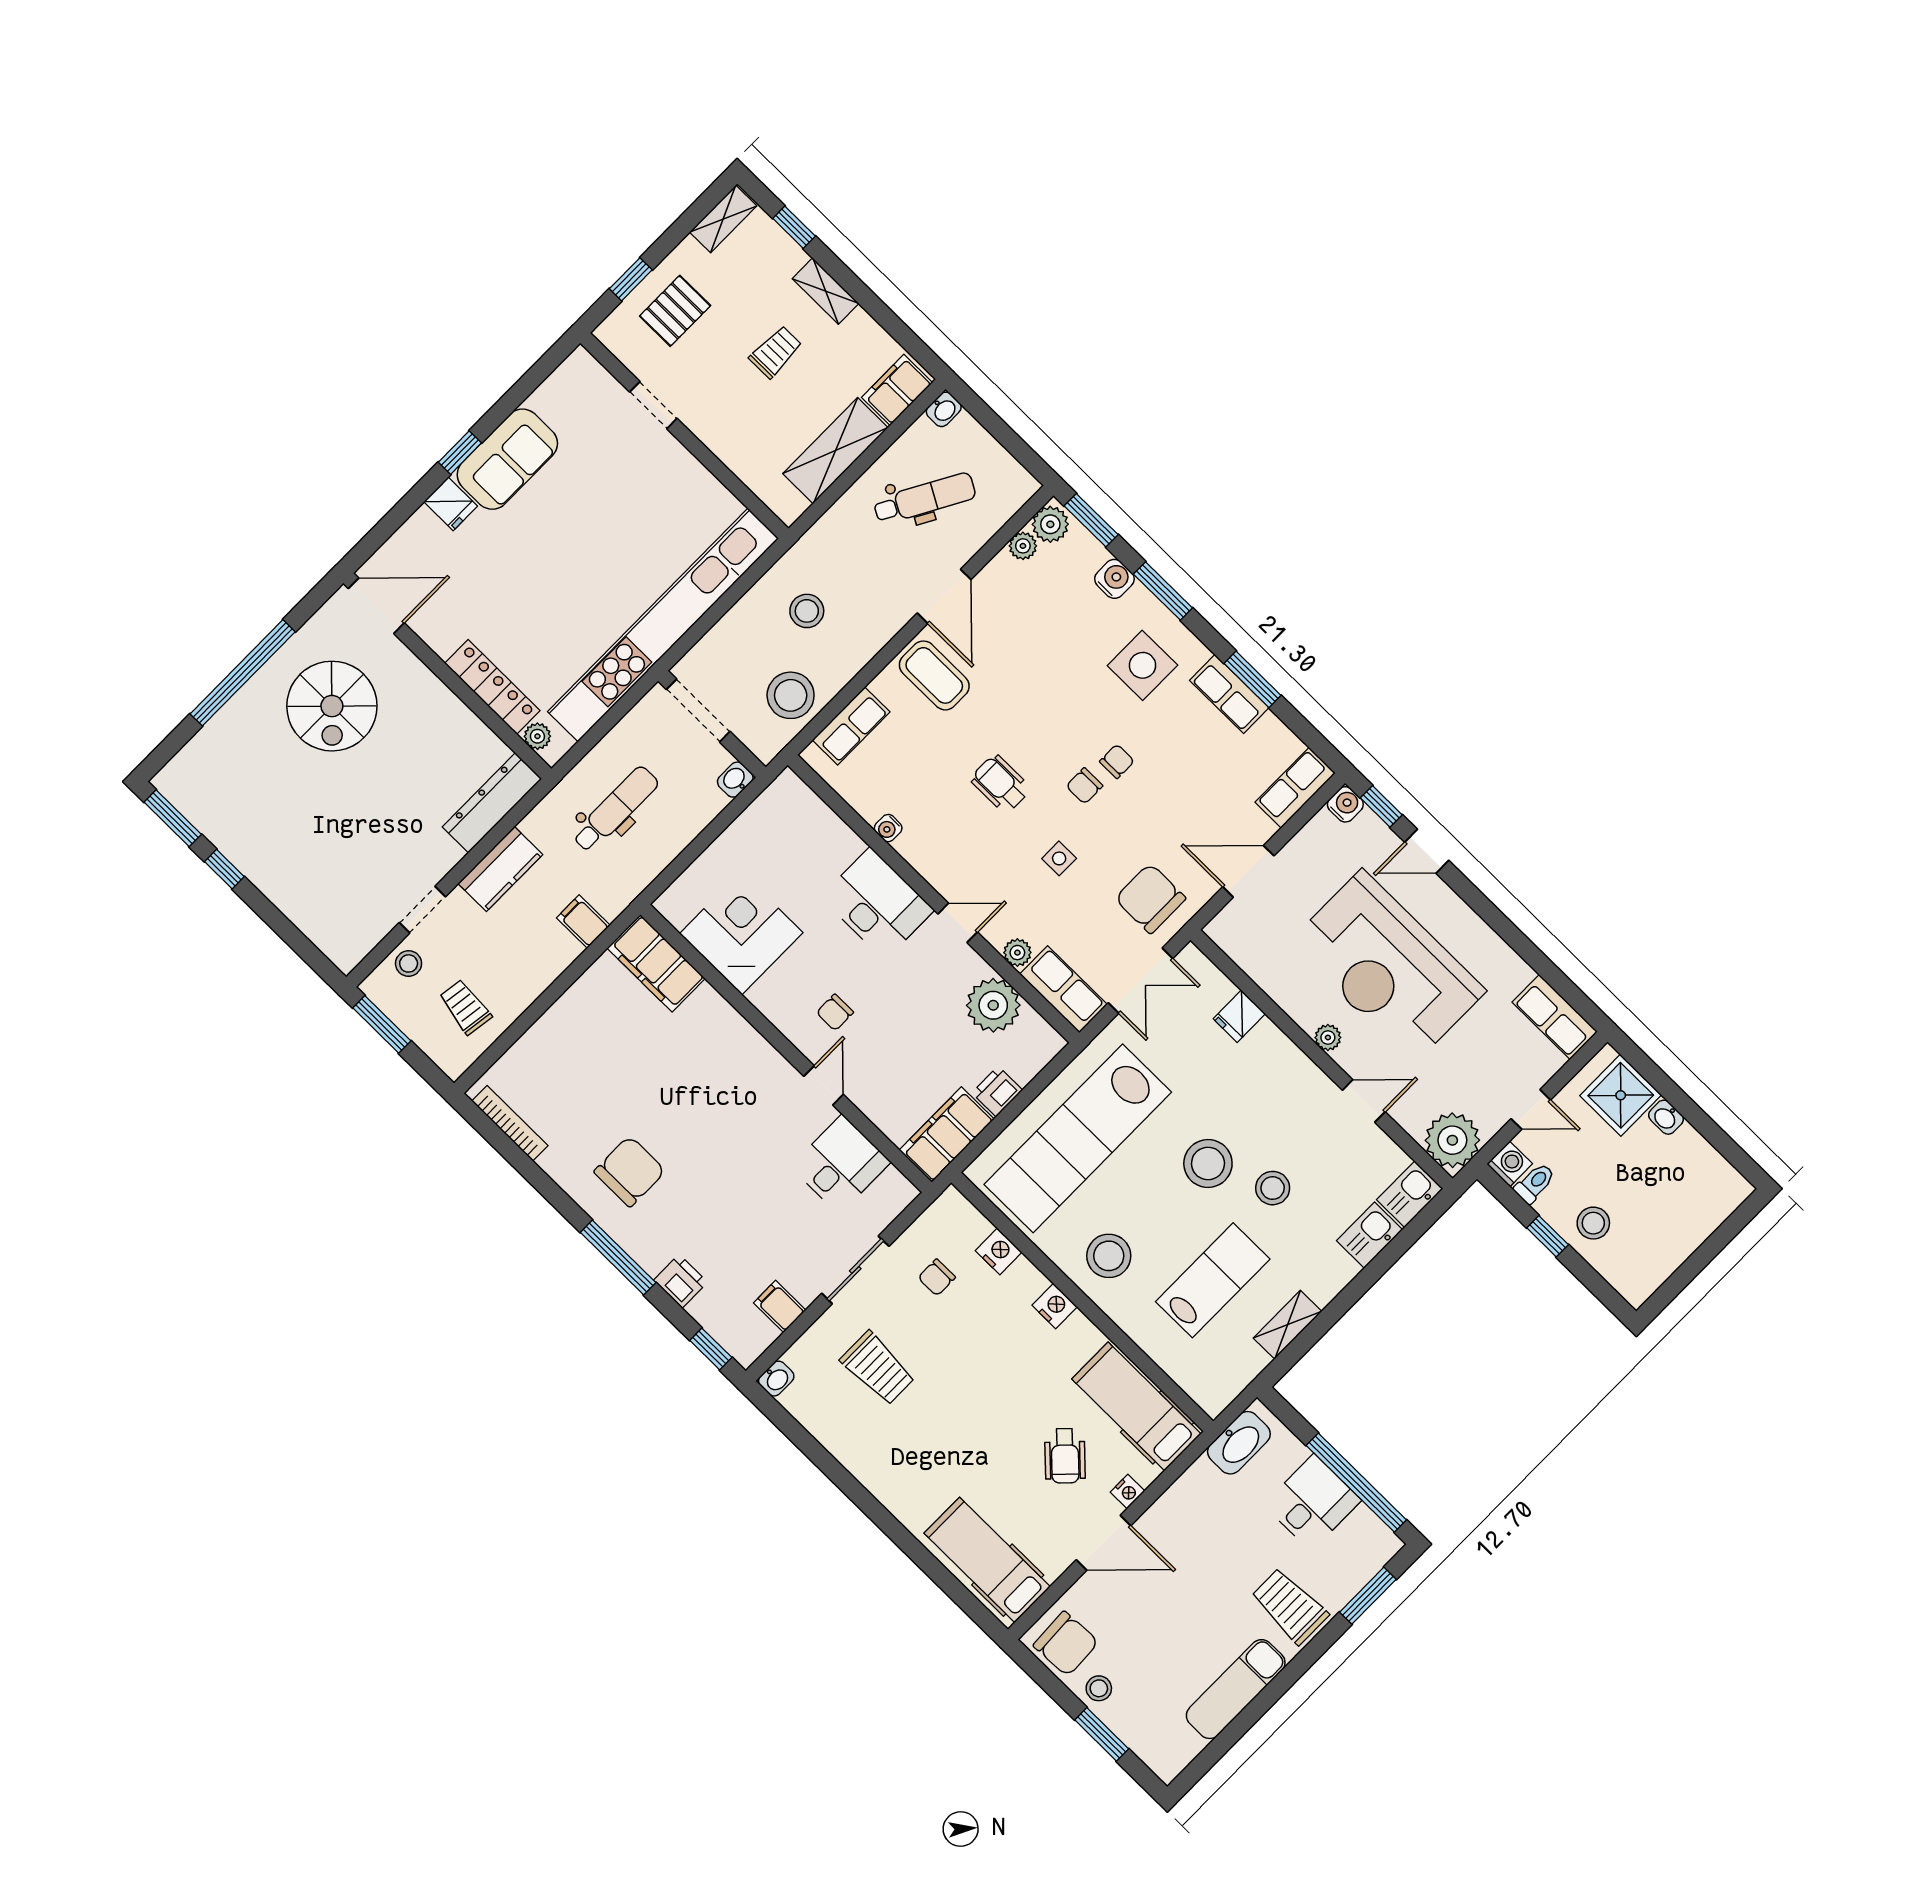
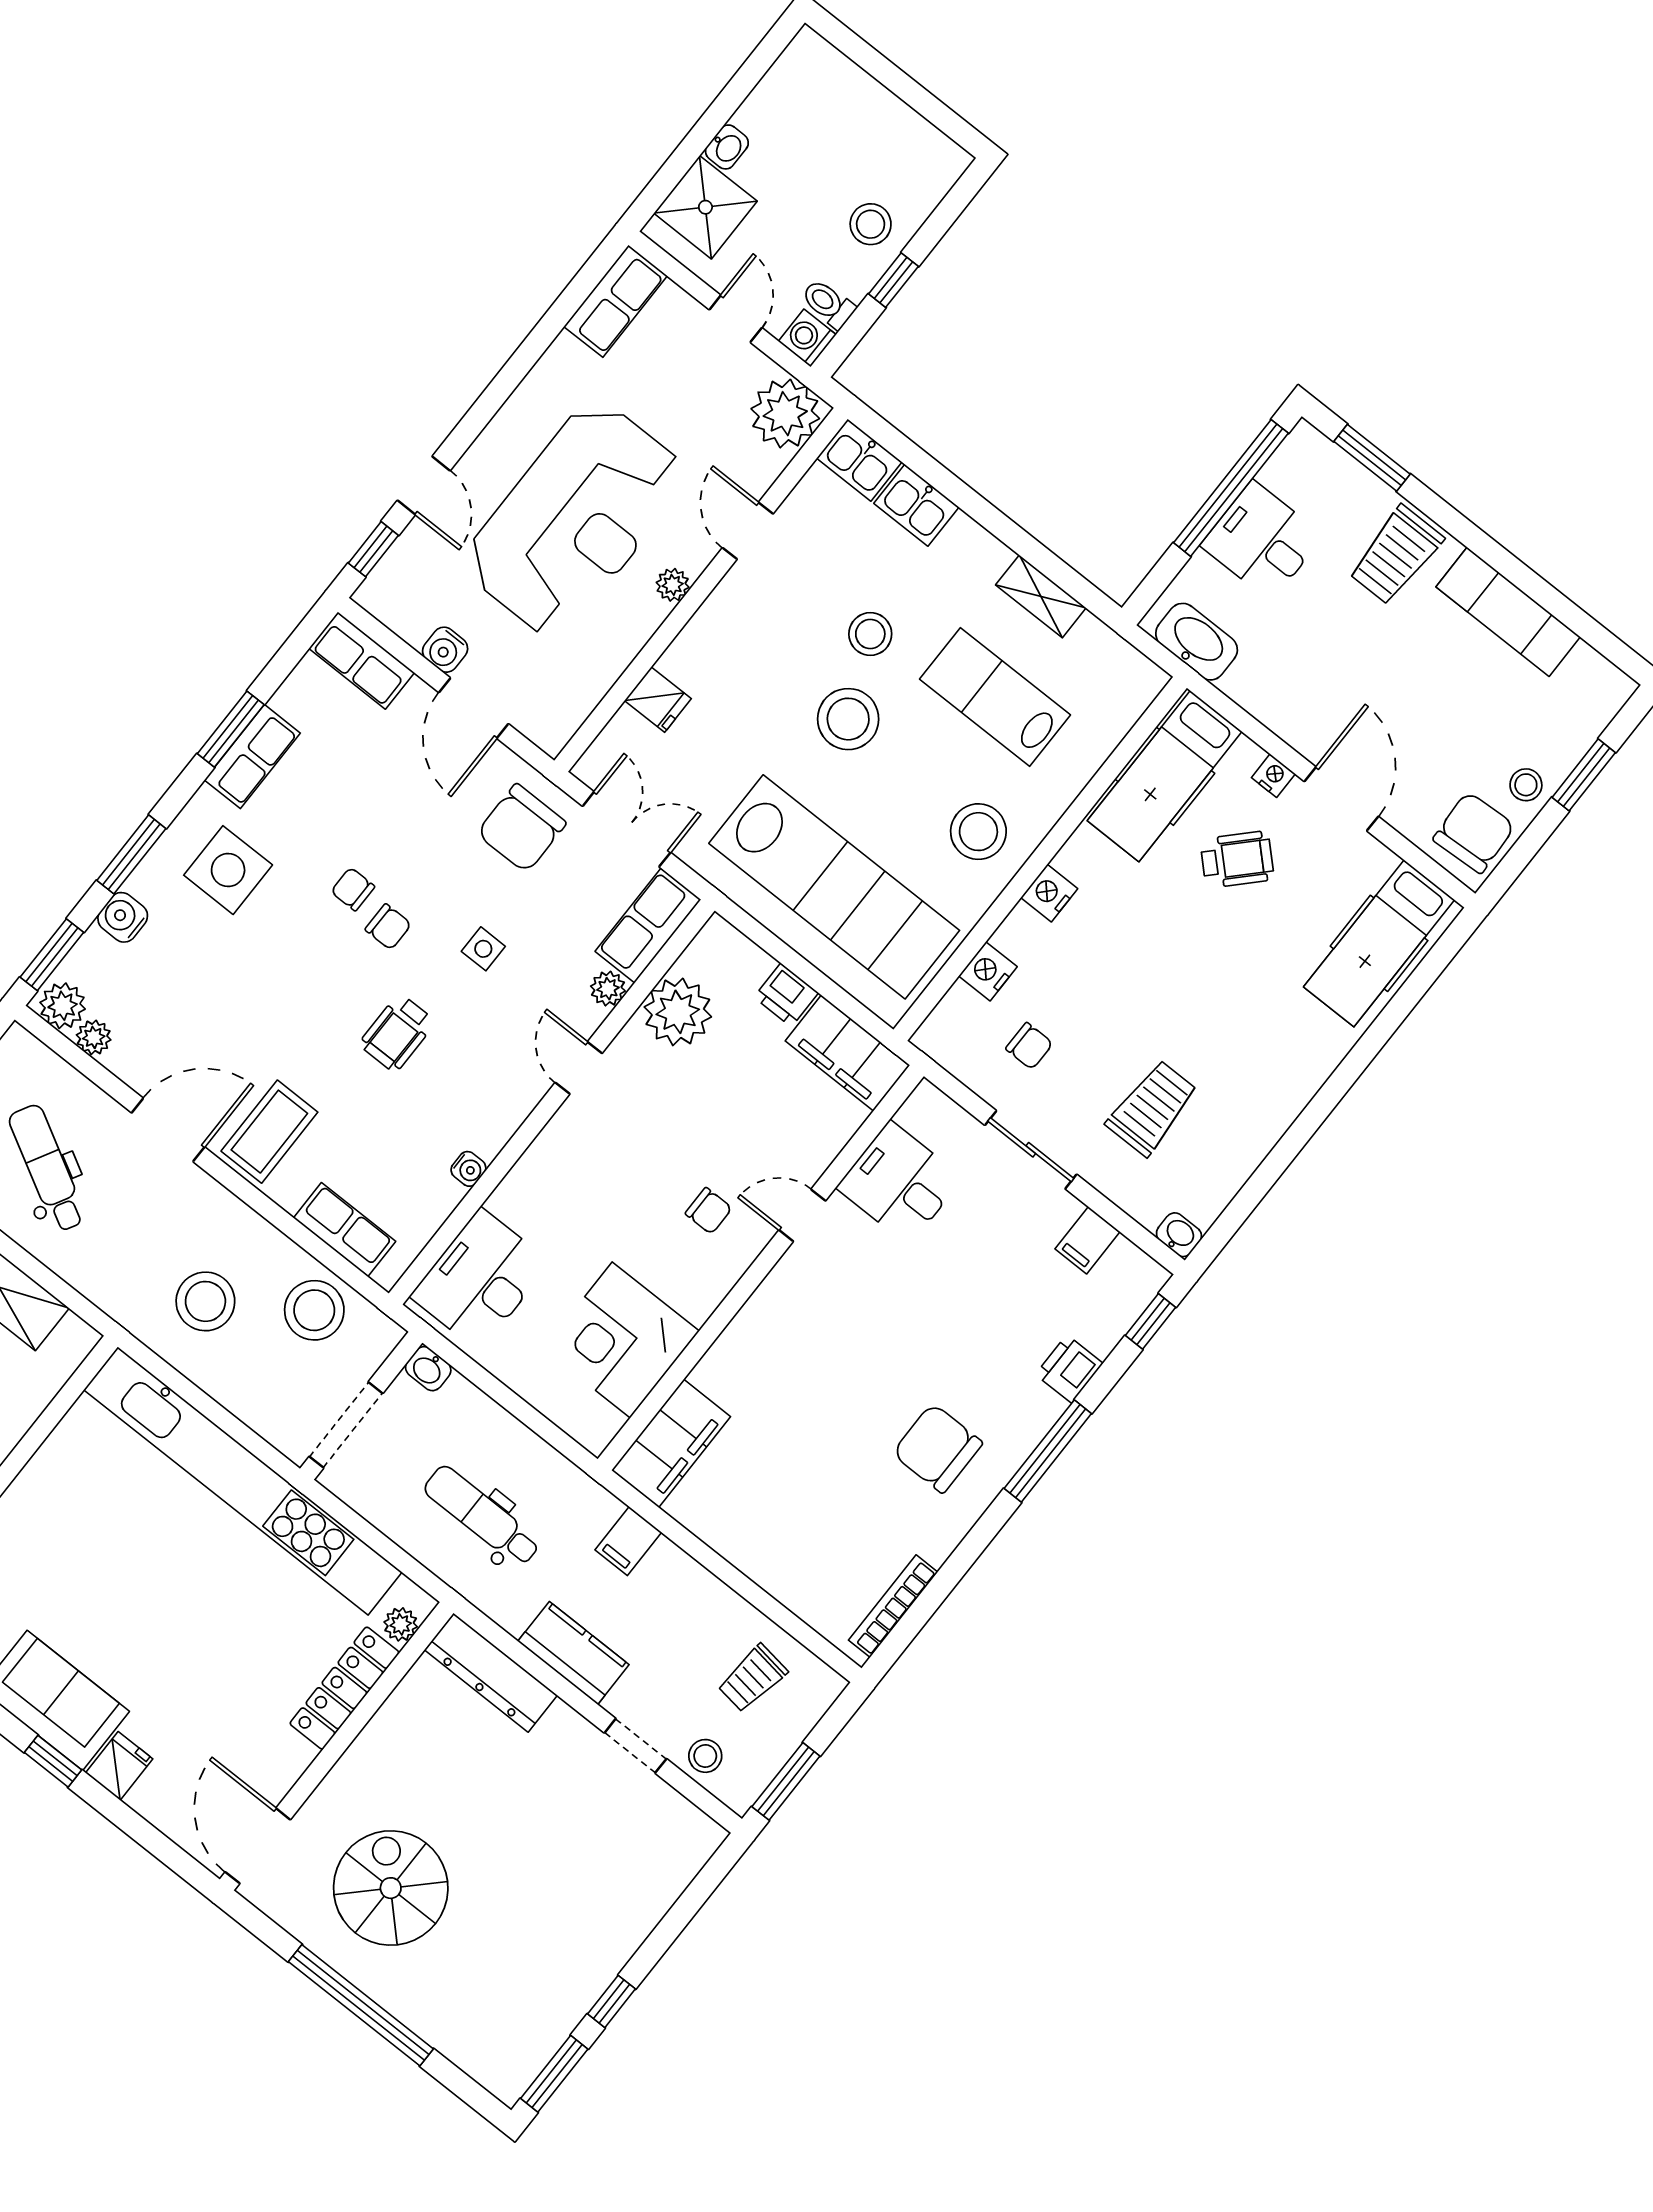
stool: (807, 611) -> (205, 1301), width x1.38, depth x1.38
spiral stairs: (332, 706) -> (391, 1888), turned -90
water cooler: (1345, 804) -> (445, 650), moved, turned -90
desk: (877, 904) -> (480, 1280), moved

